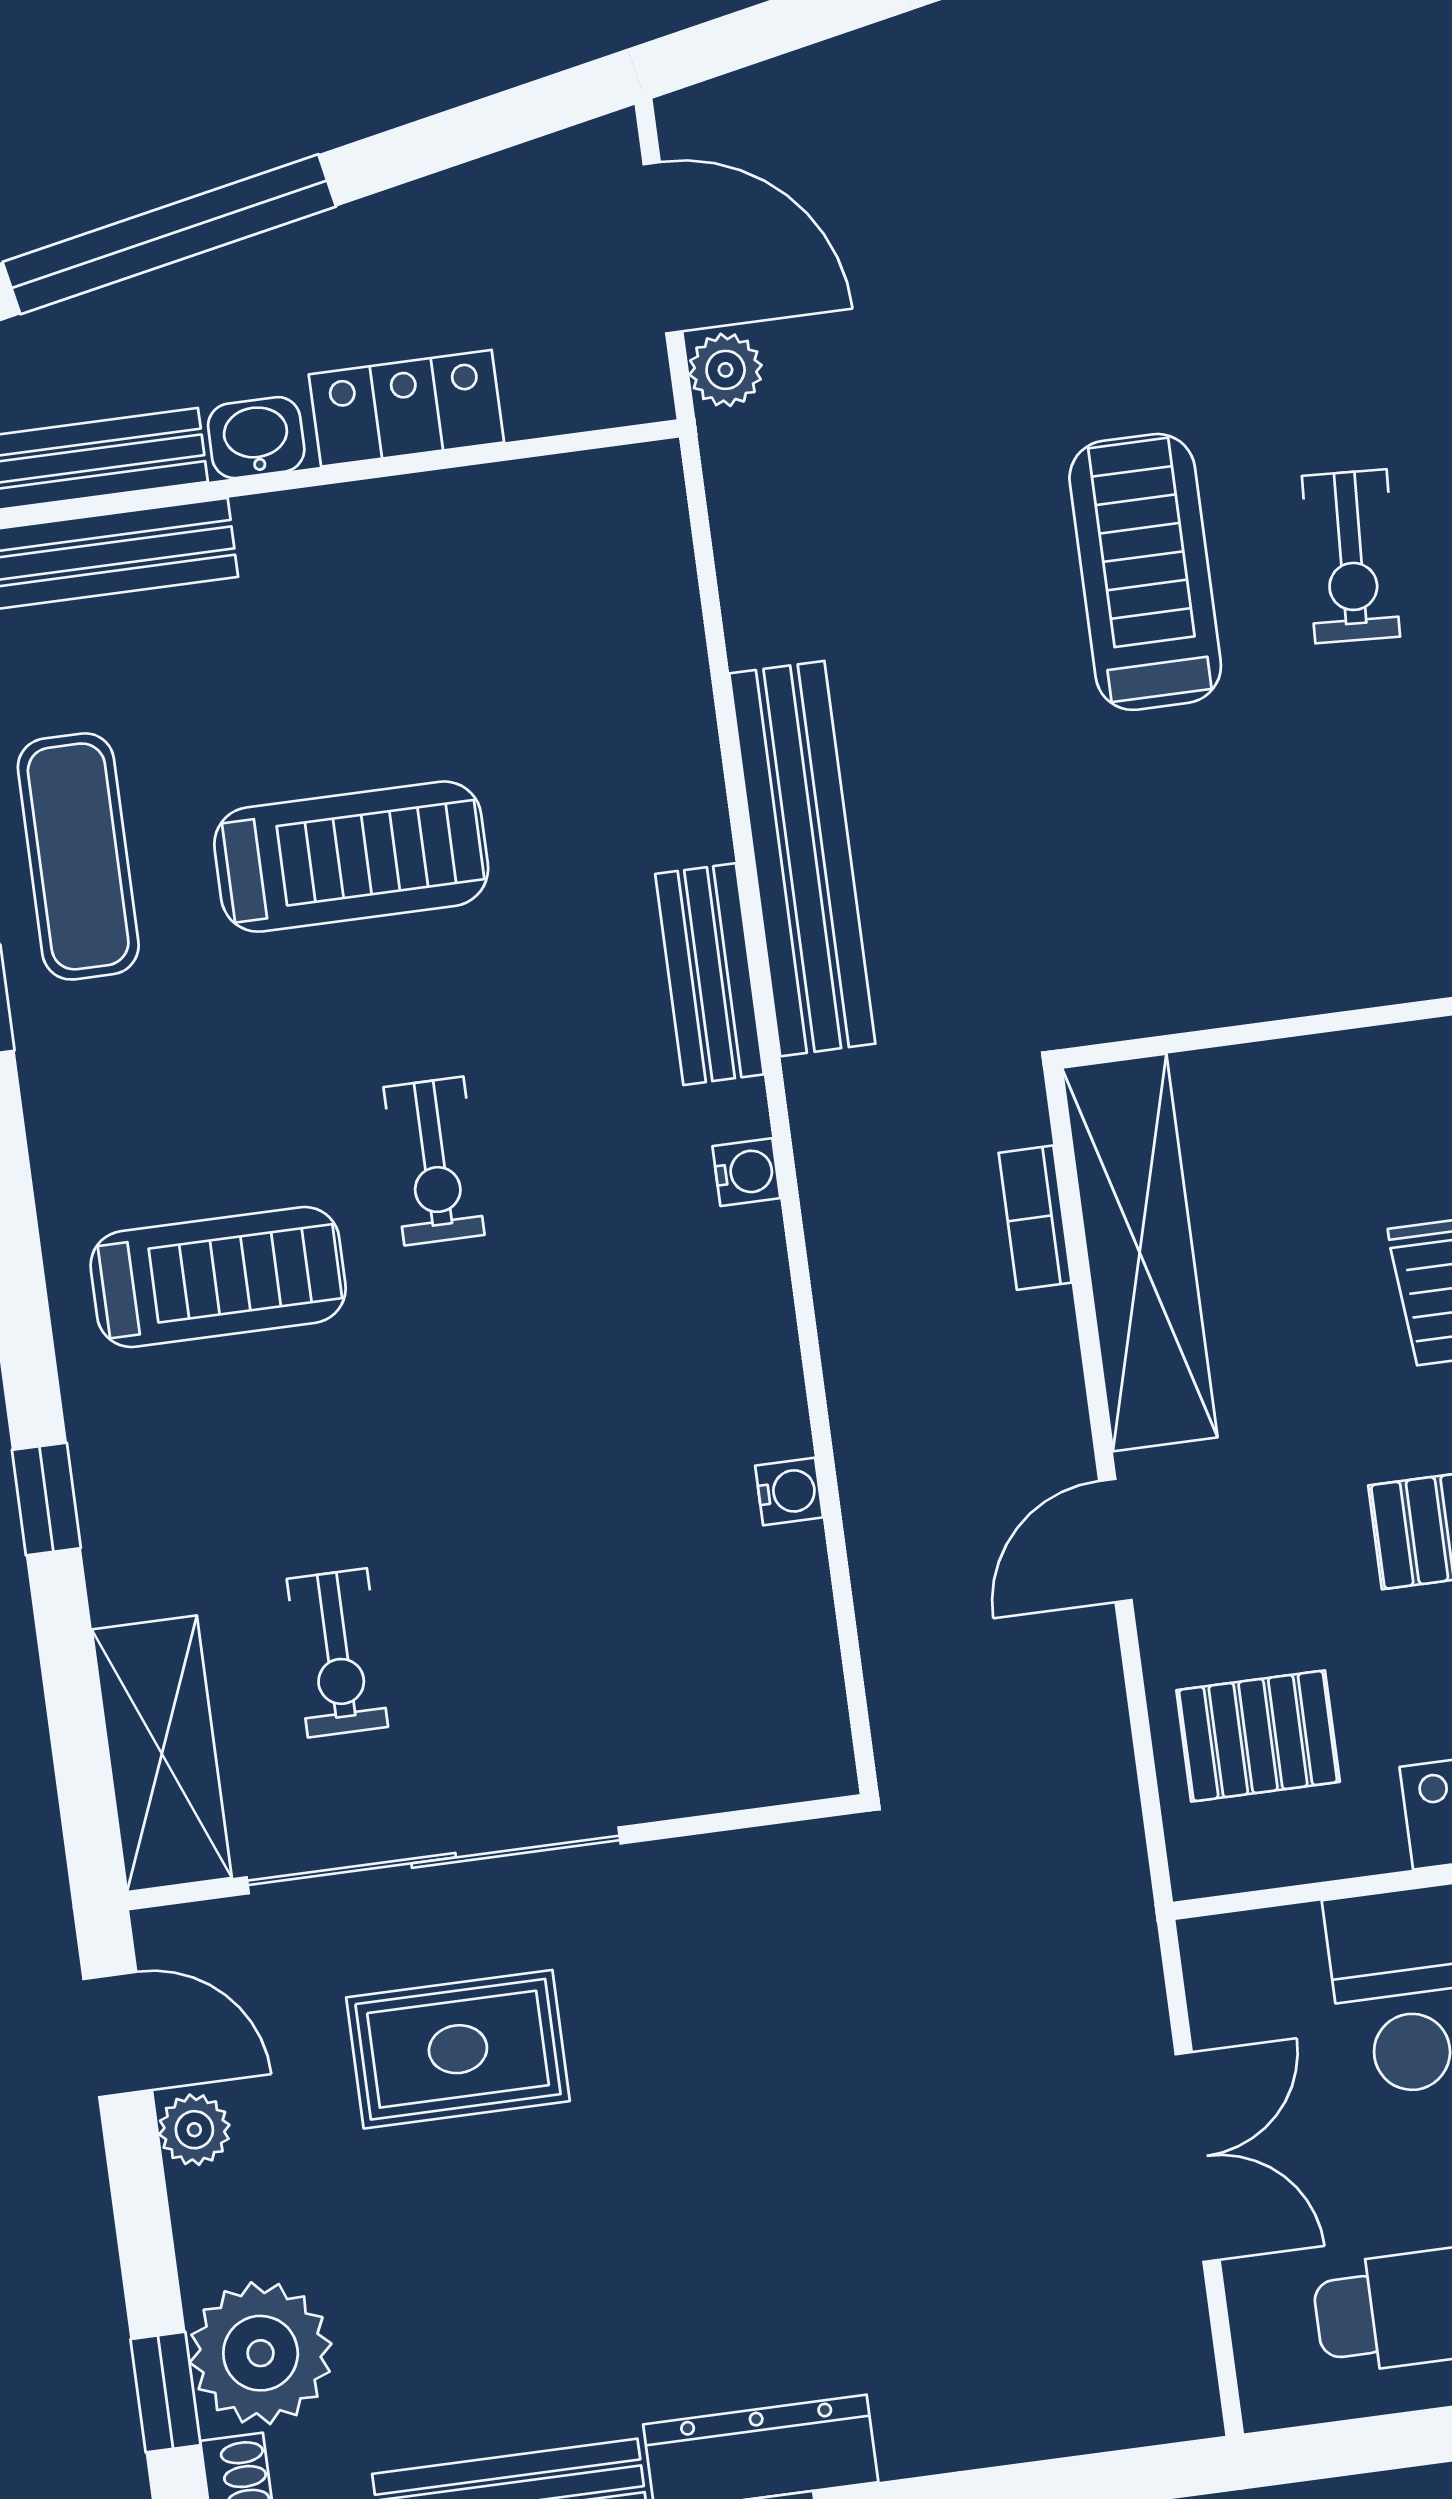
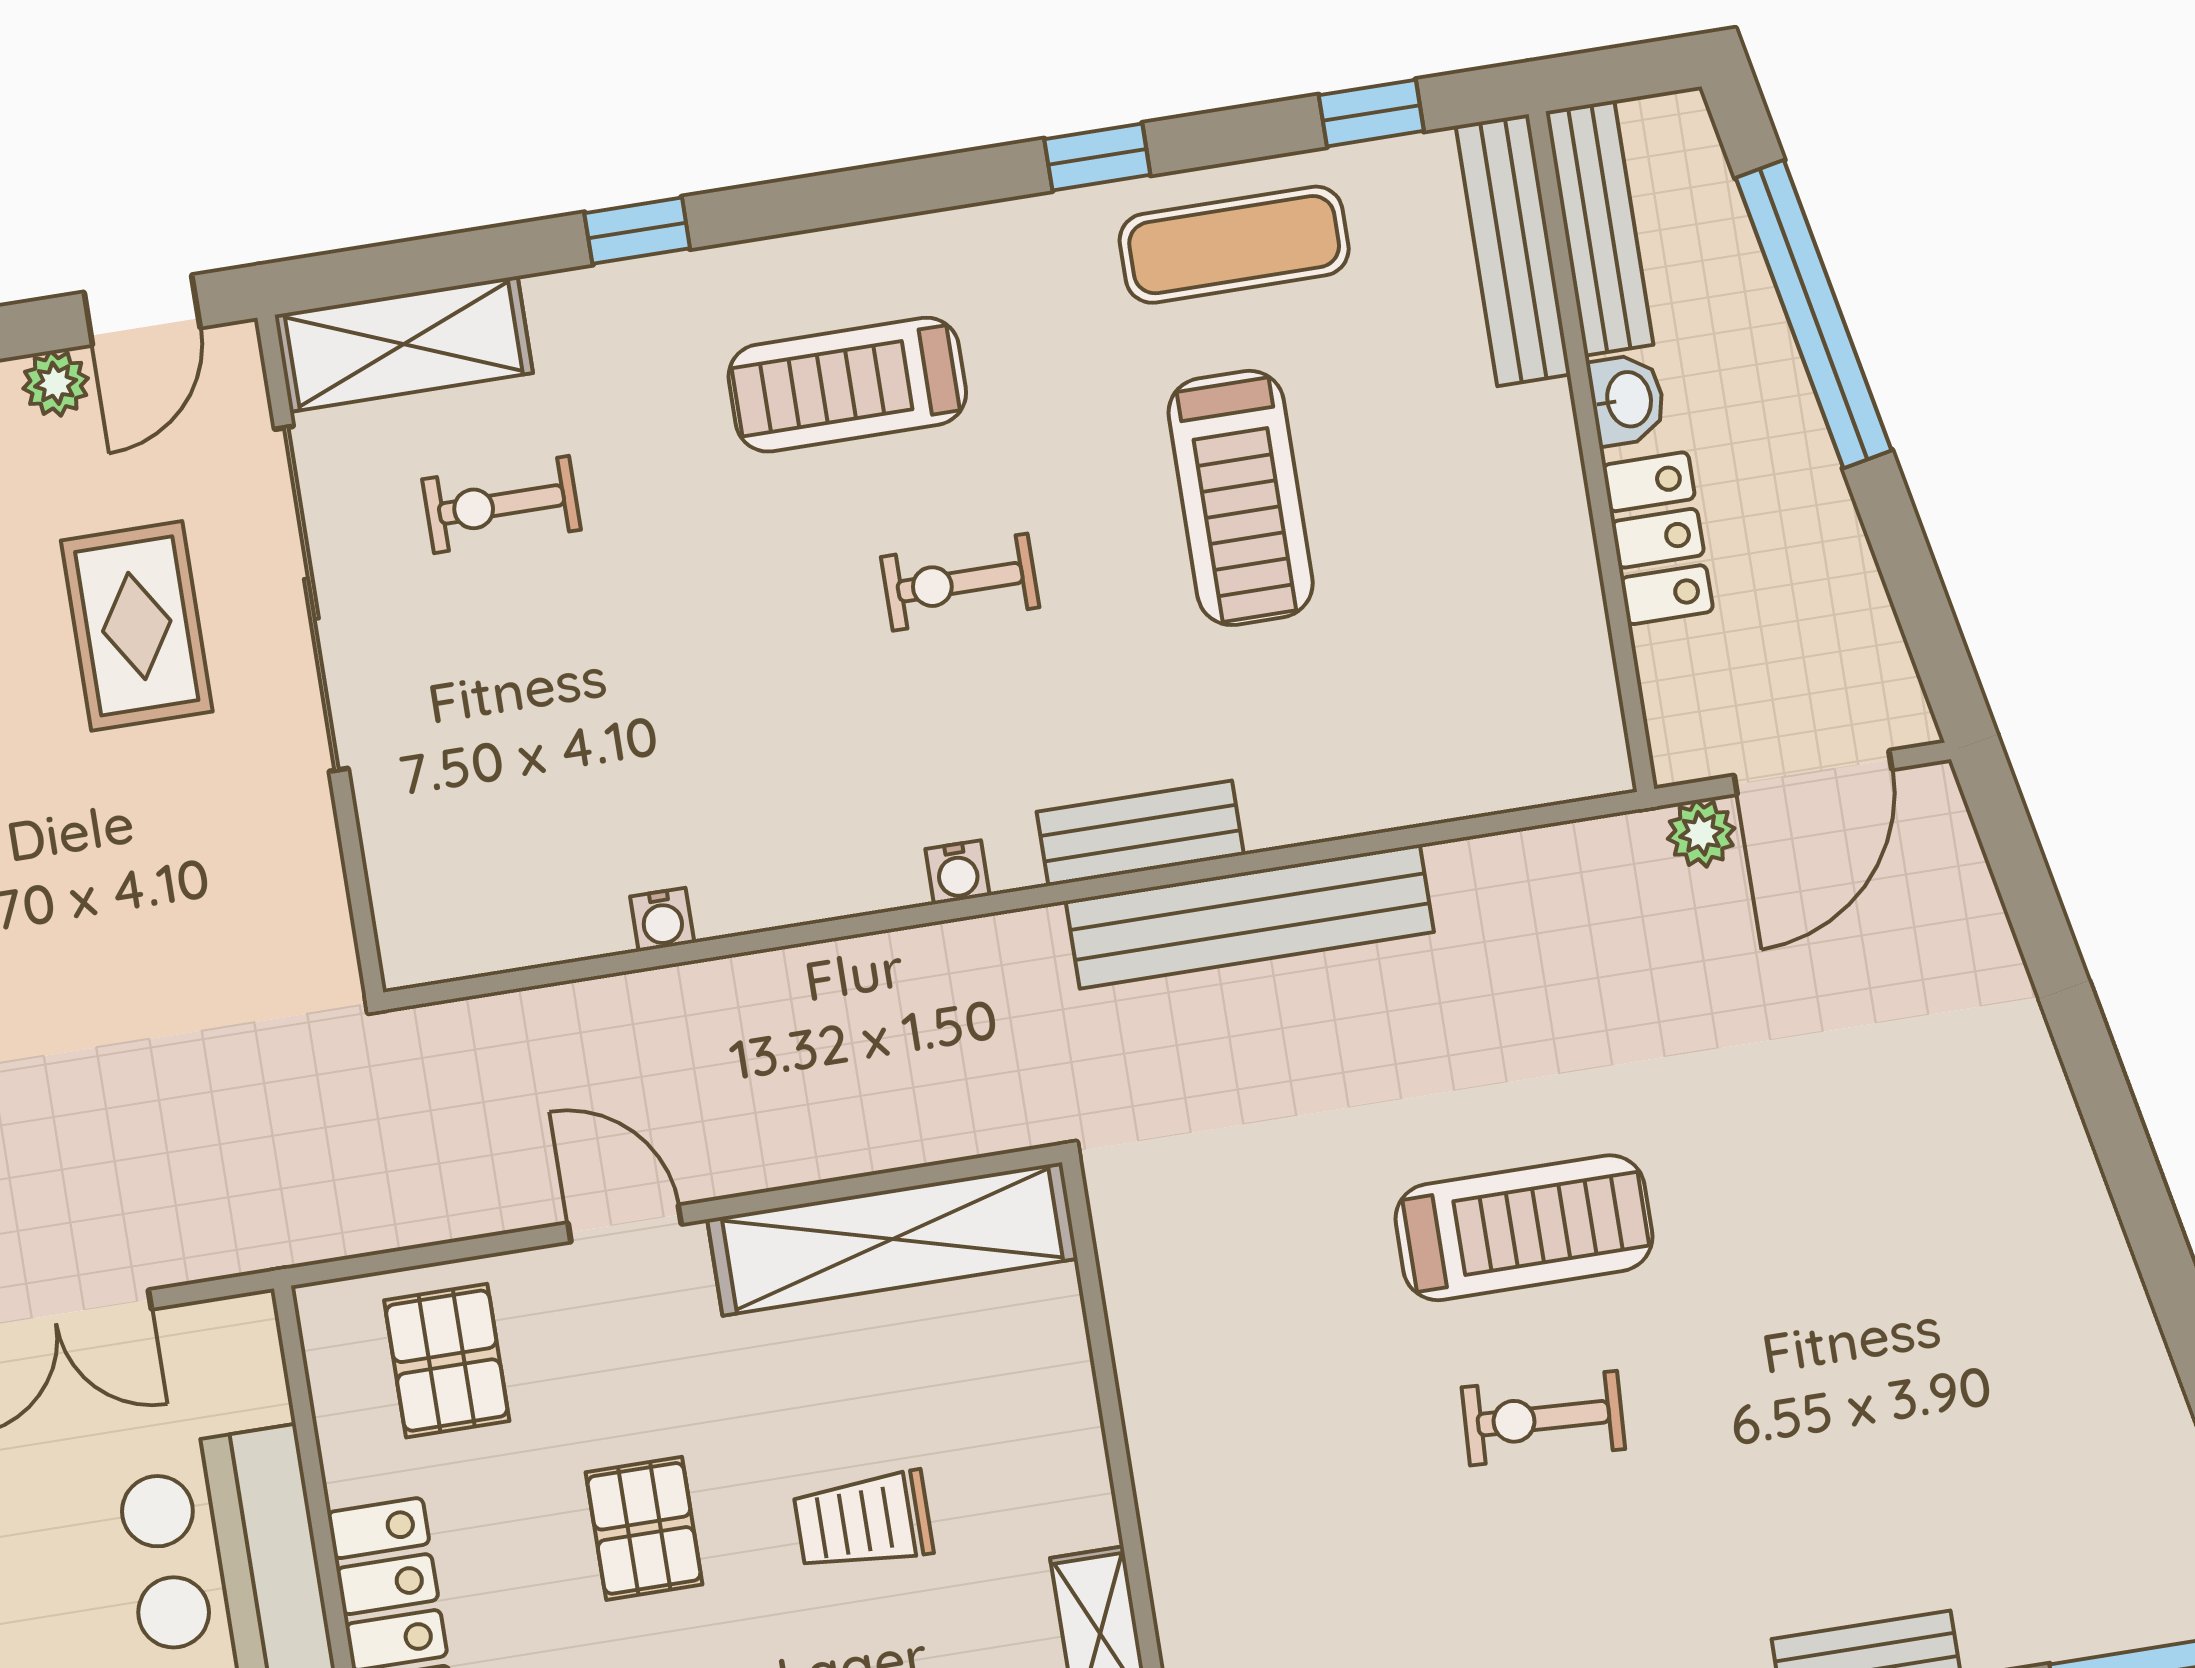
bookcase: (1035, 1218) -> (922, 1141), removed
treadmill: (218, 1277) -> (847, 385), turned 90

